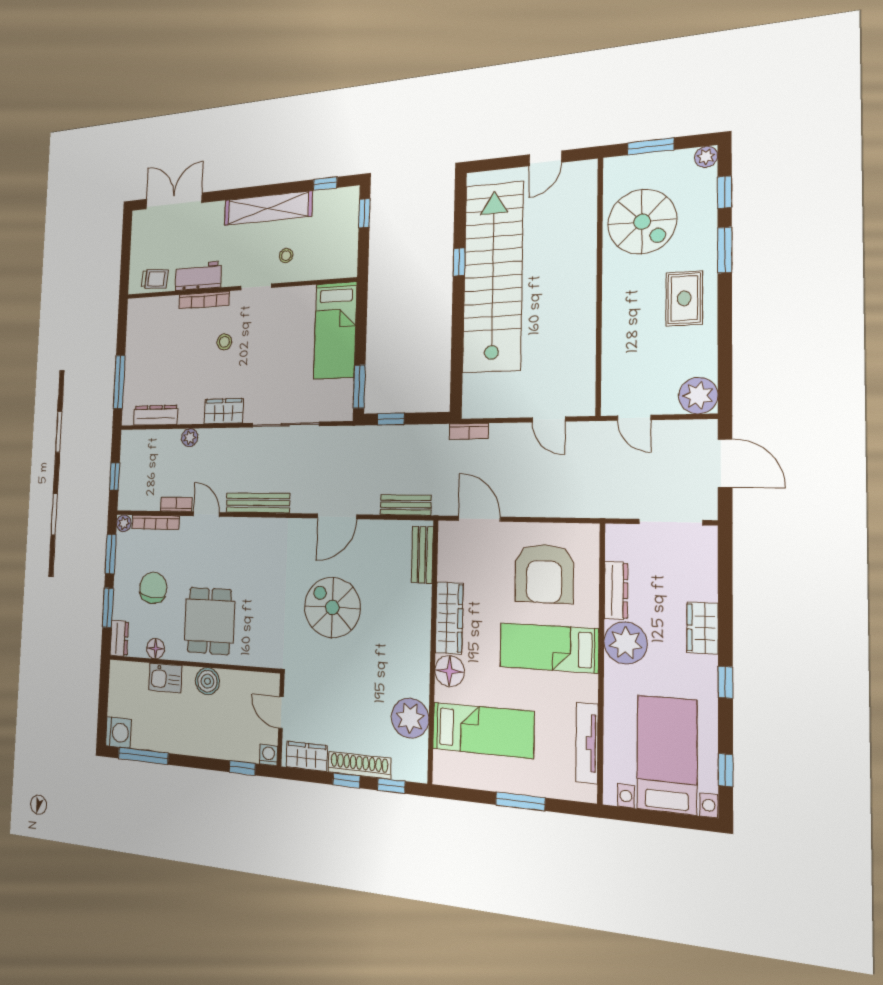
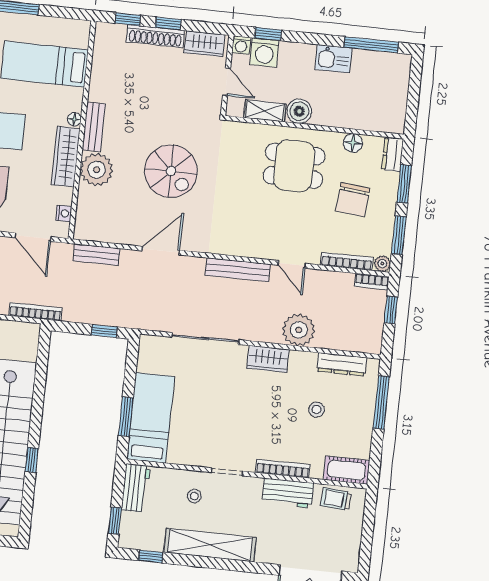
workbench: (345, 253) -> (136, 488), added
cot: (147, 309) -> (347, 470), added
stool: (224, 342) -> (316, 410), moved
window: (359, 387) -> (126, 417), moved
bookcase: (469, 431) -> (35, 312), width x1.56
plant: (190, 438) -> (299, 330), width x1.88, depth x1.88
bookcase: (176, 504) -> (372, 282), moved
nightstand: (446, 550) -> (64, 213), added
bench: (422, 555) -> (94, 127), moved
dining table: (209, 621) -> (294, 166), turned 90
floor lamp: (449, 671) -> (74, 119), width x0.53, depth x0.53
kitchen sink: (165, 678) -> (333, 59), moved, turned 180
shelving: (241, 681) -> (265, 111), added
plant: (410, 718) -> (97, 170), moved
washing machine: (118, 733) -> (265, 52), moved, turned -90

